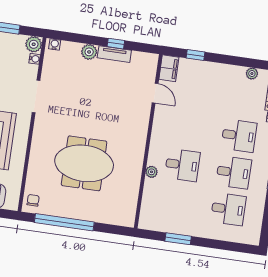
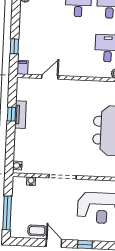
plant: (34, 44) -> (19, 183), removed
plant: (89, 52) -> (21, 136), removed
filing cabinet: (169, 68) -> (22, 67), width x0.50

